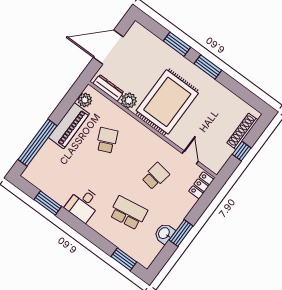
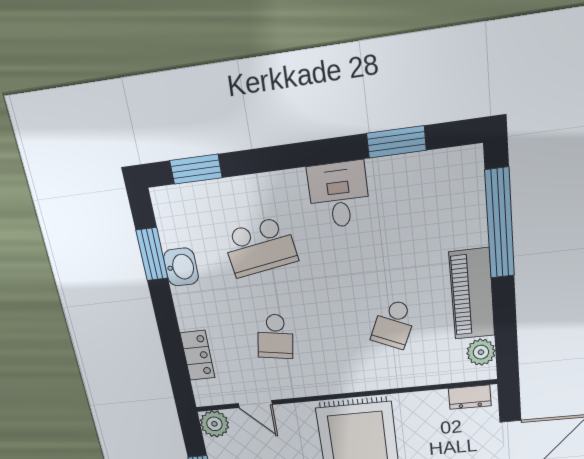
dresser: (108, 88) -> (470, 397), width x0.70
plant: (129, 100) -> (214, 424), moved
school desk: (107, 140) -> (394, 324), turned 48
locker: (201, 185) -> (198, 355), moved
window: (181, 233) -> (152, 254), moved

